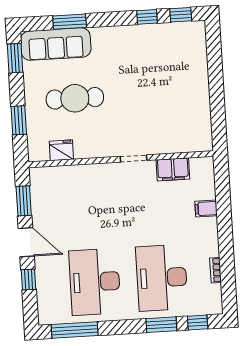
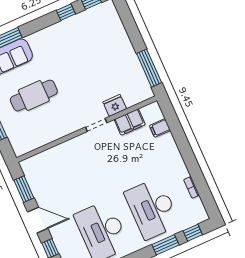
window: (218, 116) -> (149, 68), added
fridge: (61, 150) -> (115, 105), moved
filing cabinet: (206, 209) -> (160, 128), moved

